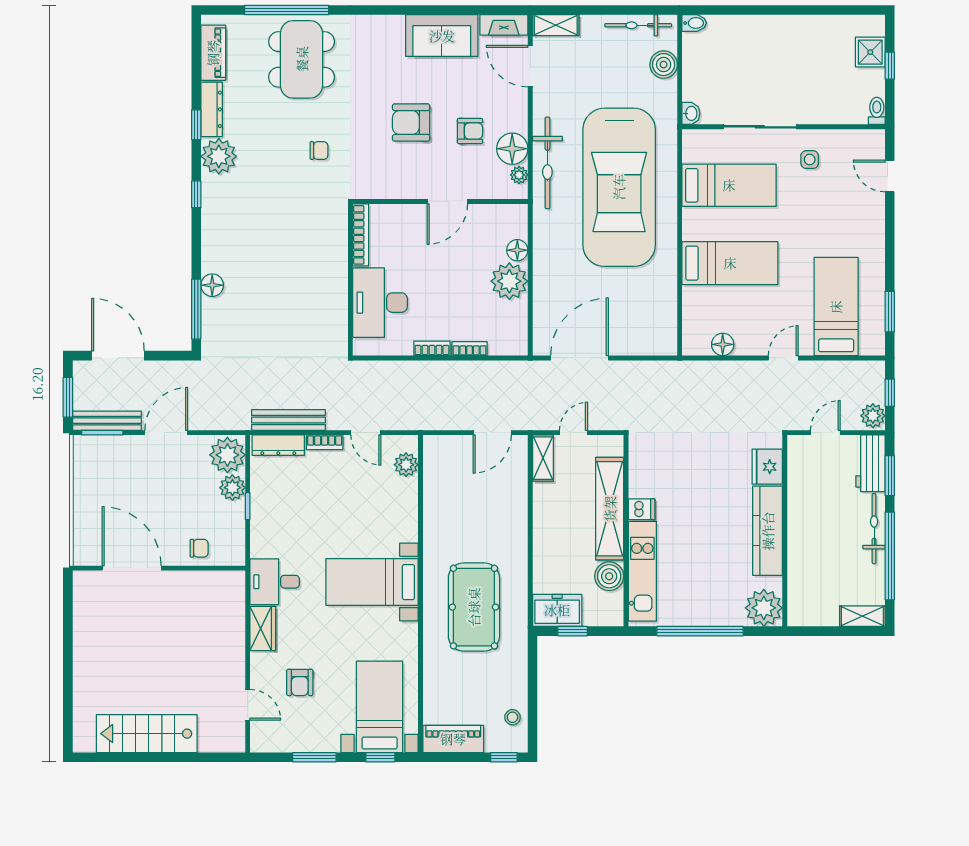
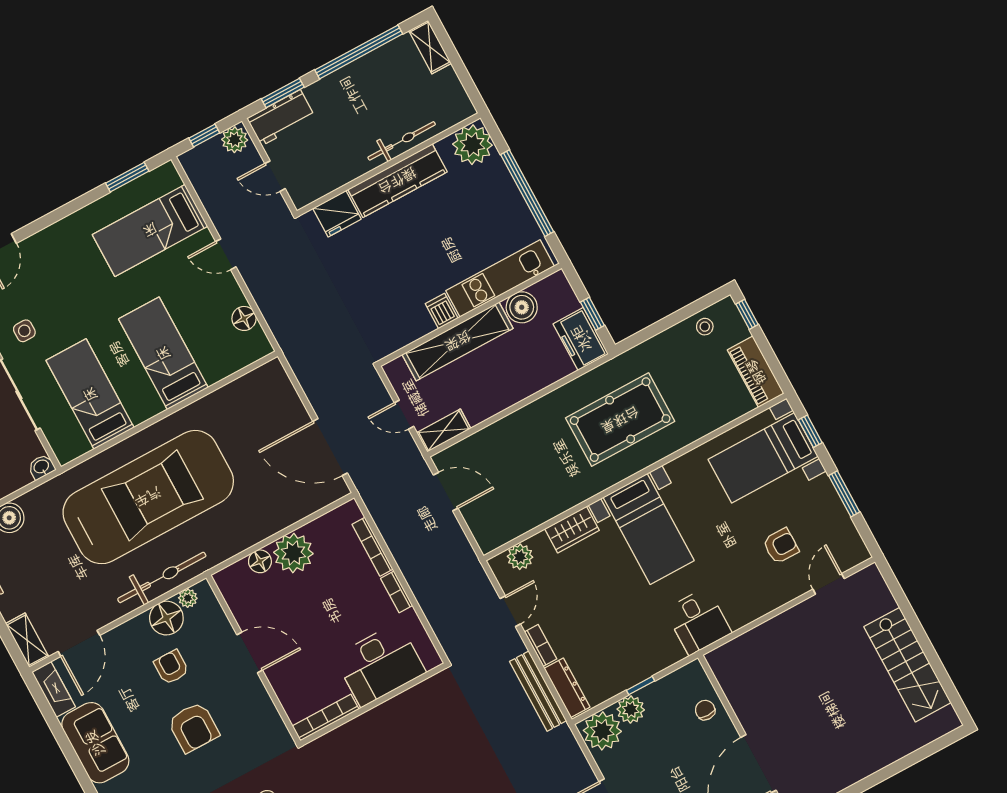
bookcase: (470, 349) -> (372, 547), width x1.56
bicycle: (874, 529) -> (402, 141), moved, turned 180
wardrobe: (263, 628) -> (572, 530), moved, turned 180

